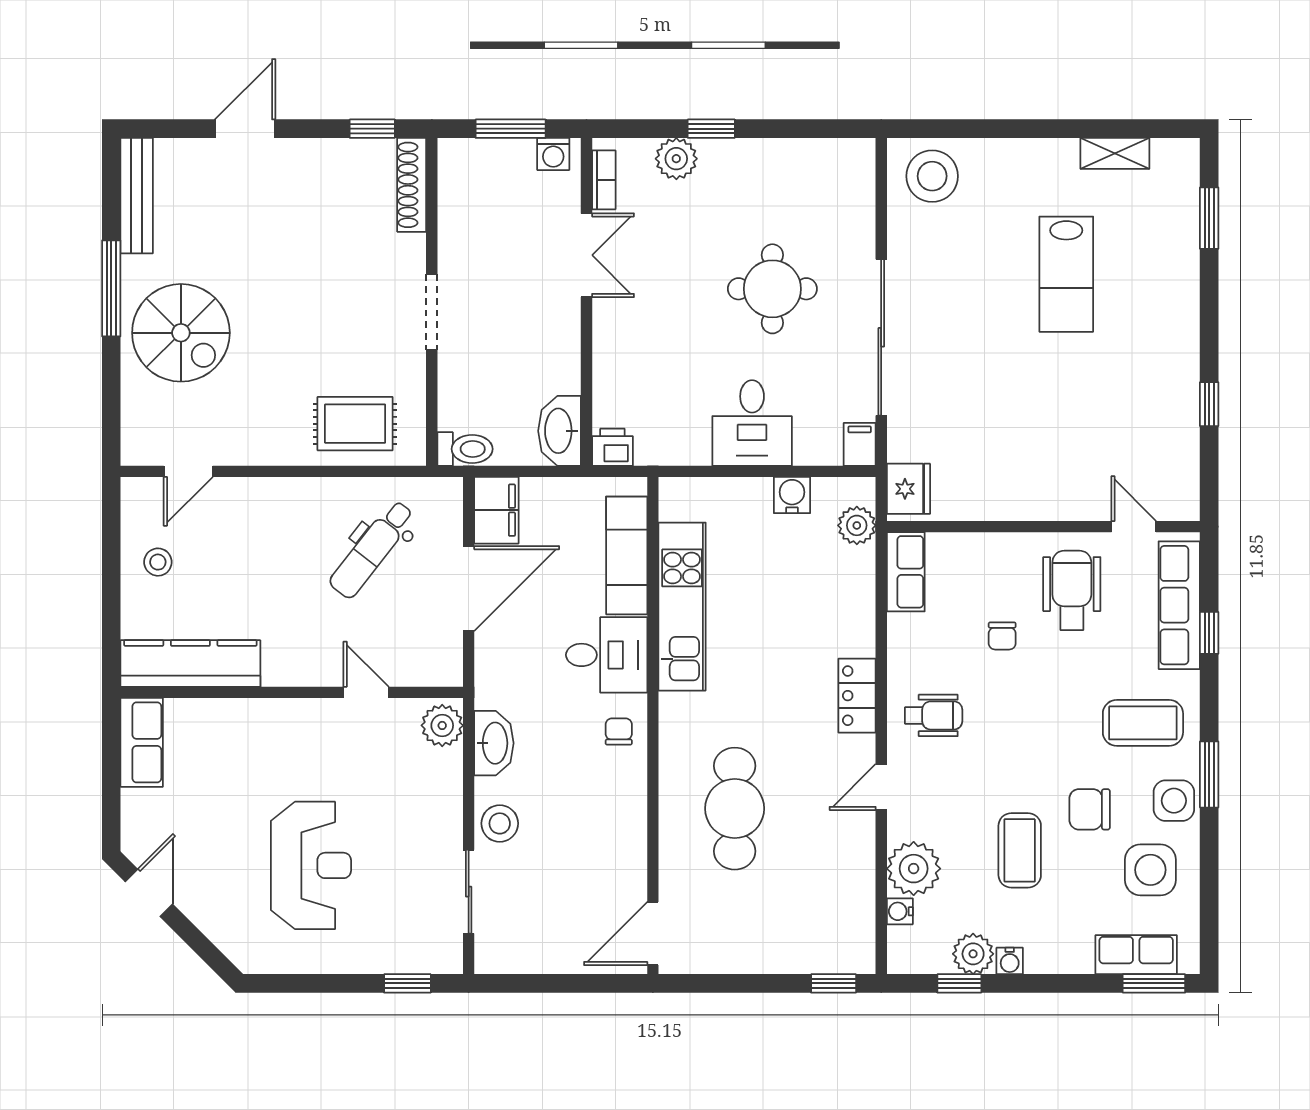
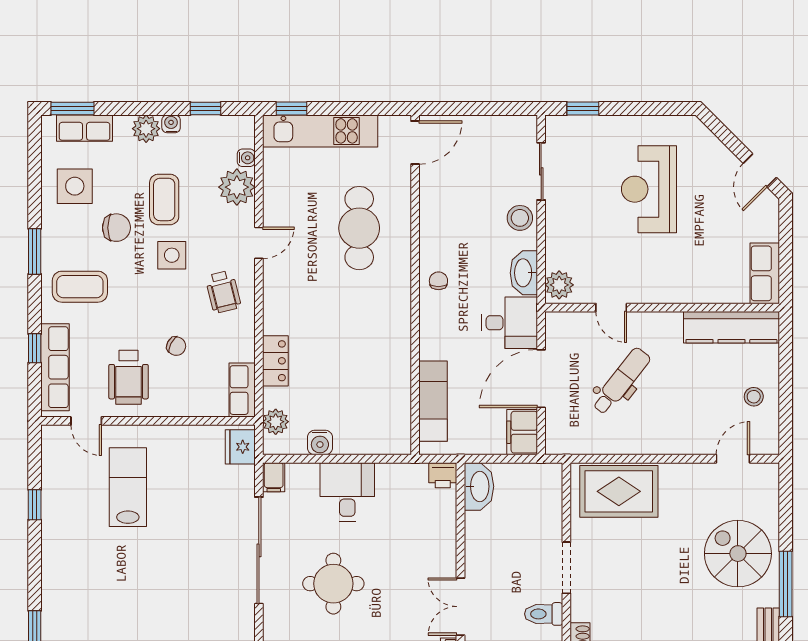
lab bench: (1066, 274) -> (128, 487), moved
rug: (355, 424) -> (619, 491), width x1.36, depth x1.43
toilet: (465, 449) -> (544, 614), moved
dental chair: (372, 549) -> (621, 381), moved
kitchen unit: (682, 607) -> (320, 131), moved, turned -90
chair: (1002, 636) -> (176, 346), turned 118
desk: (607, 655) -> (510, 323), moved, turned 180
locker: (857, 696) -> (275, 361), moved
wheelchair: (934, 715) -> (223, 292), turned -104
chair: (619, 731) -> (438, 281), turned 180
side table: (1174, 801) -> (172, 255), moved
plant: (973, 954) -> (146, 129), moved

